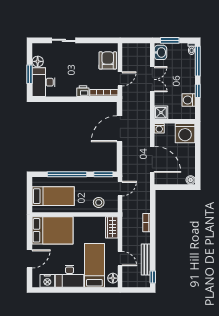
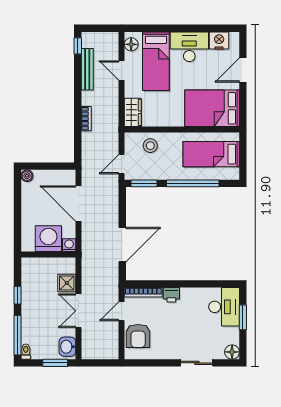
floor lamp: (38, 61) -> (232, 352), moved
washing machine: (189, 100) -> (30, 283), removed
shower: (161, 113) -> (67, 283), moved
washing machine: (185, 133) -> (48, 239), moved

